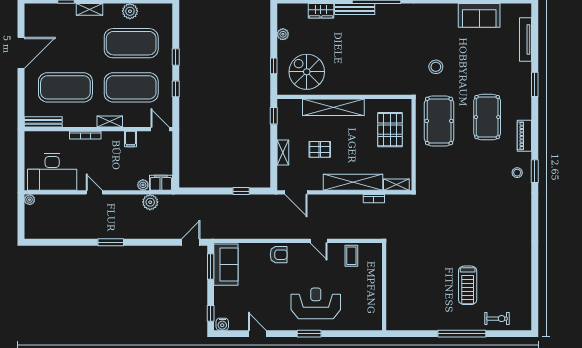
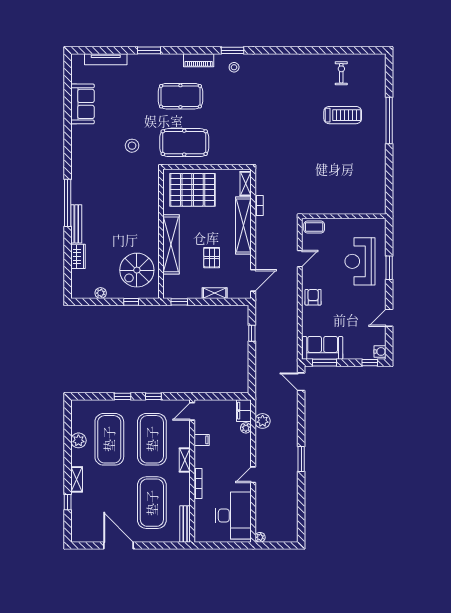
pallet: (390, 130) -> (193, 190), width x1.37, depth x1.41
wall: (384, 287) -> (344, 216), moved
exercise bike: (497, 319) -> (341, 73), moved

